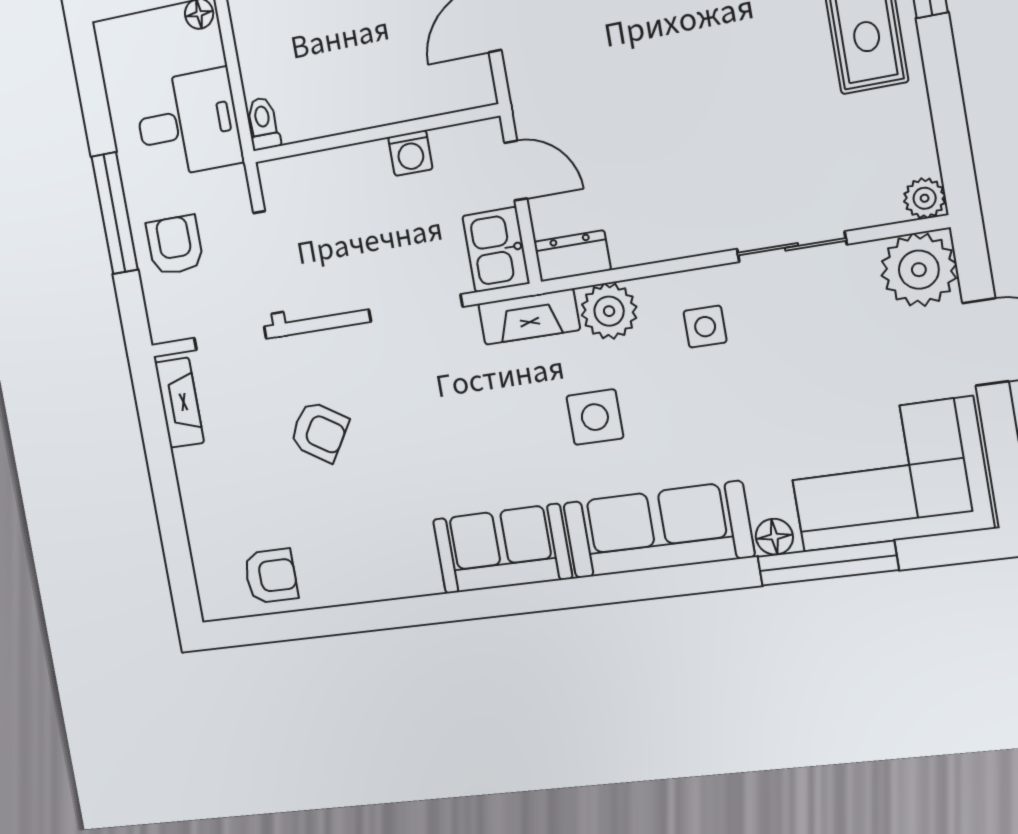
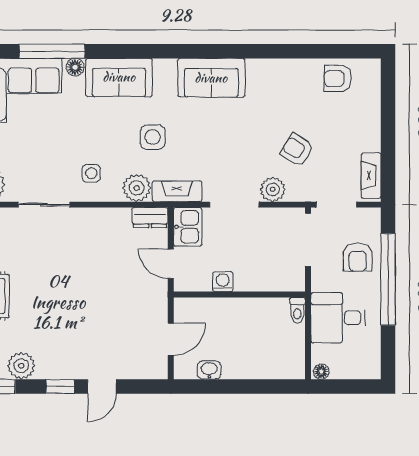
window: (115, 213) -> (388, 279), width x1.46
plant: (350, 349) -> (273, 189), added
sofa: (658, 530) -> (119, 77), width x0.73

